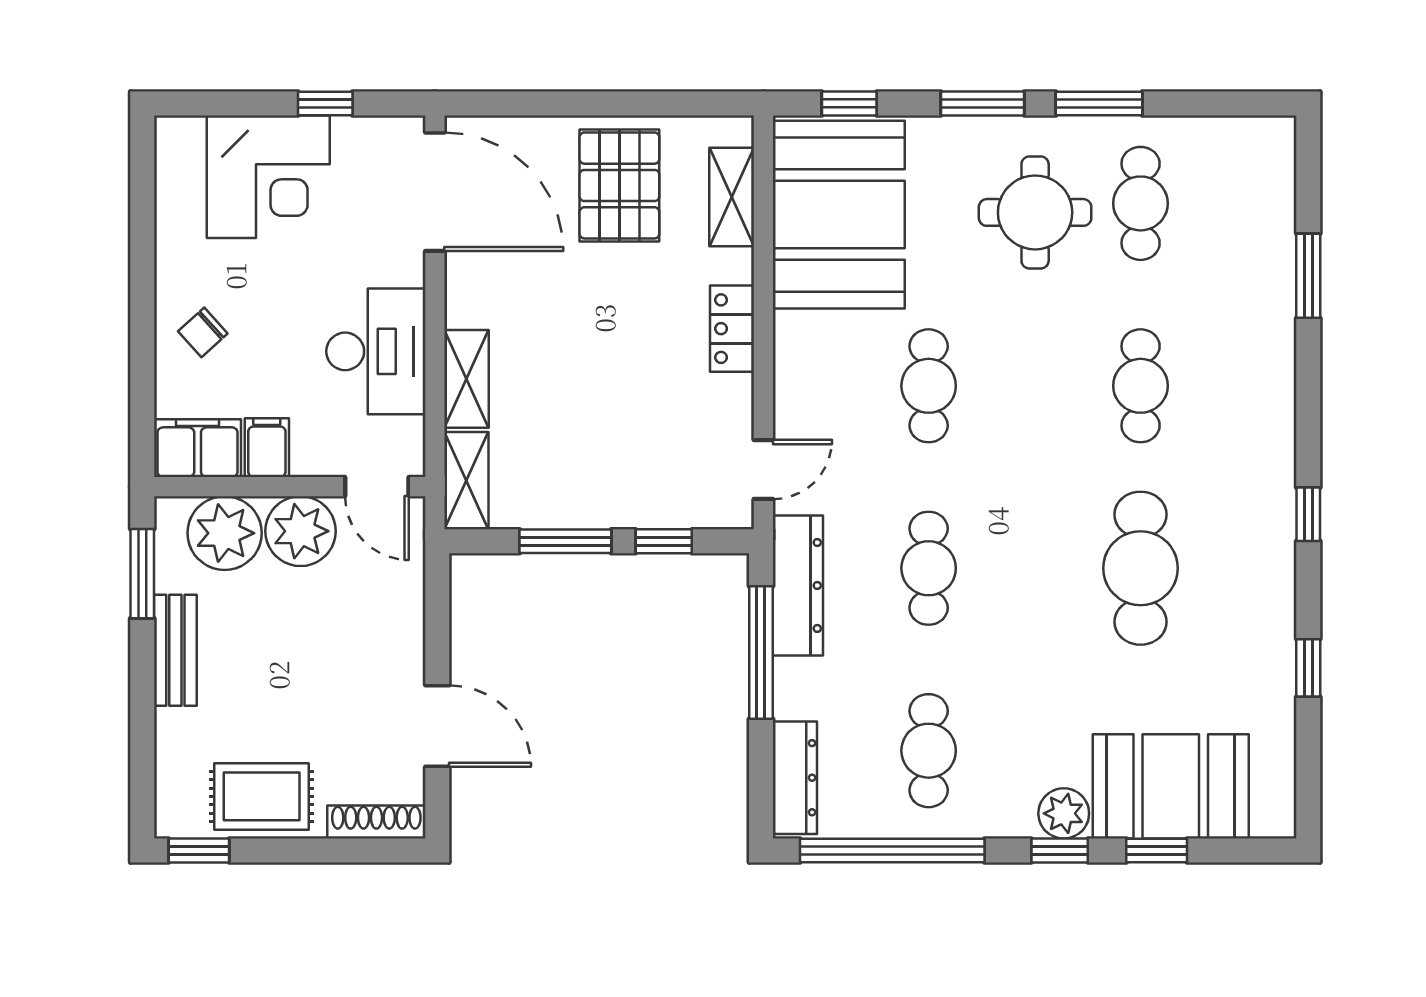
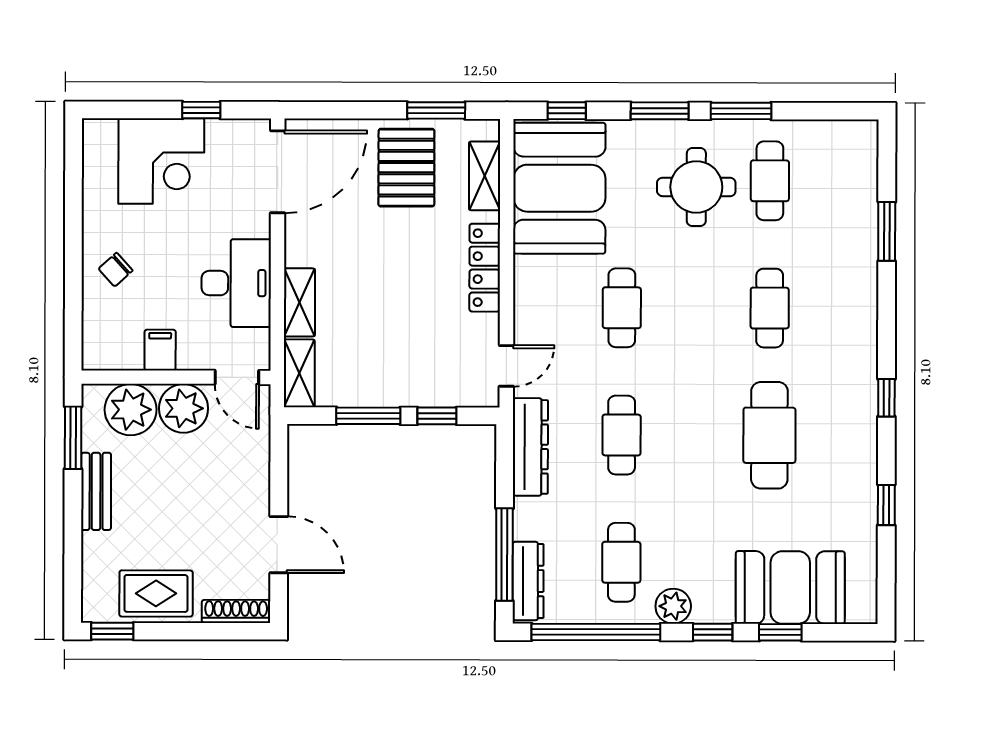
window: (662, 103) -> (436, 110), added
door: (435, 192) -> (278, 172), hinge flipped
locker: (732, 329) -> (485, 268), width x1.53
filing cabinet: (198, 448) -> (112, 350), removed
window: (761, 652) -> (504, 555), moved
plant: (1064, 813) -> (673, 606), moved

